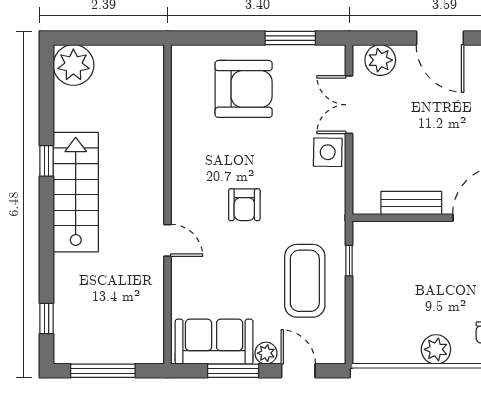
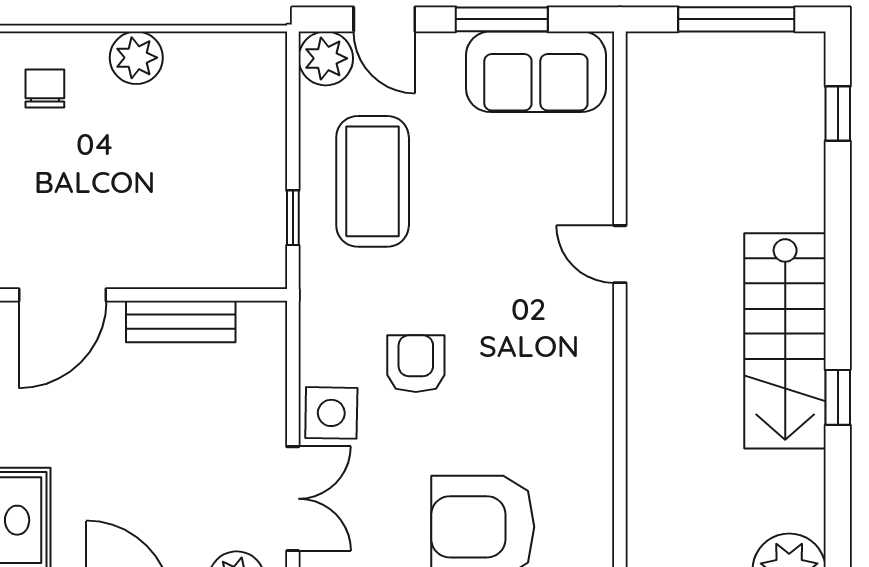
armchair: (244, 205) -> (416, 364), moved
plant: (266, 353) -> (326, 58), moved, width x1.38, depth x1.38

